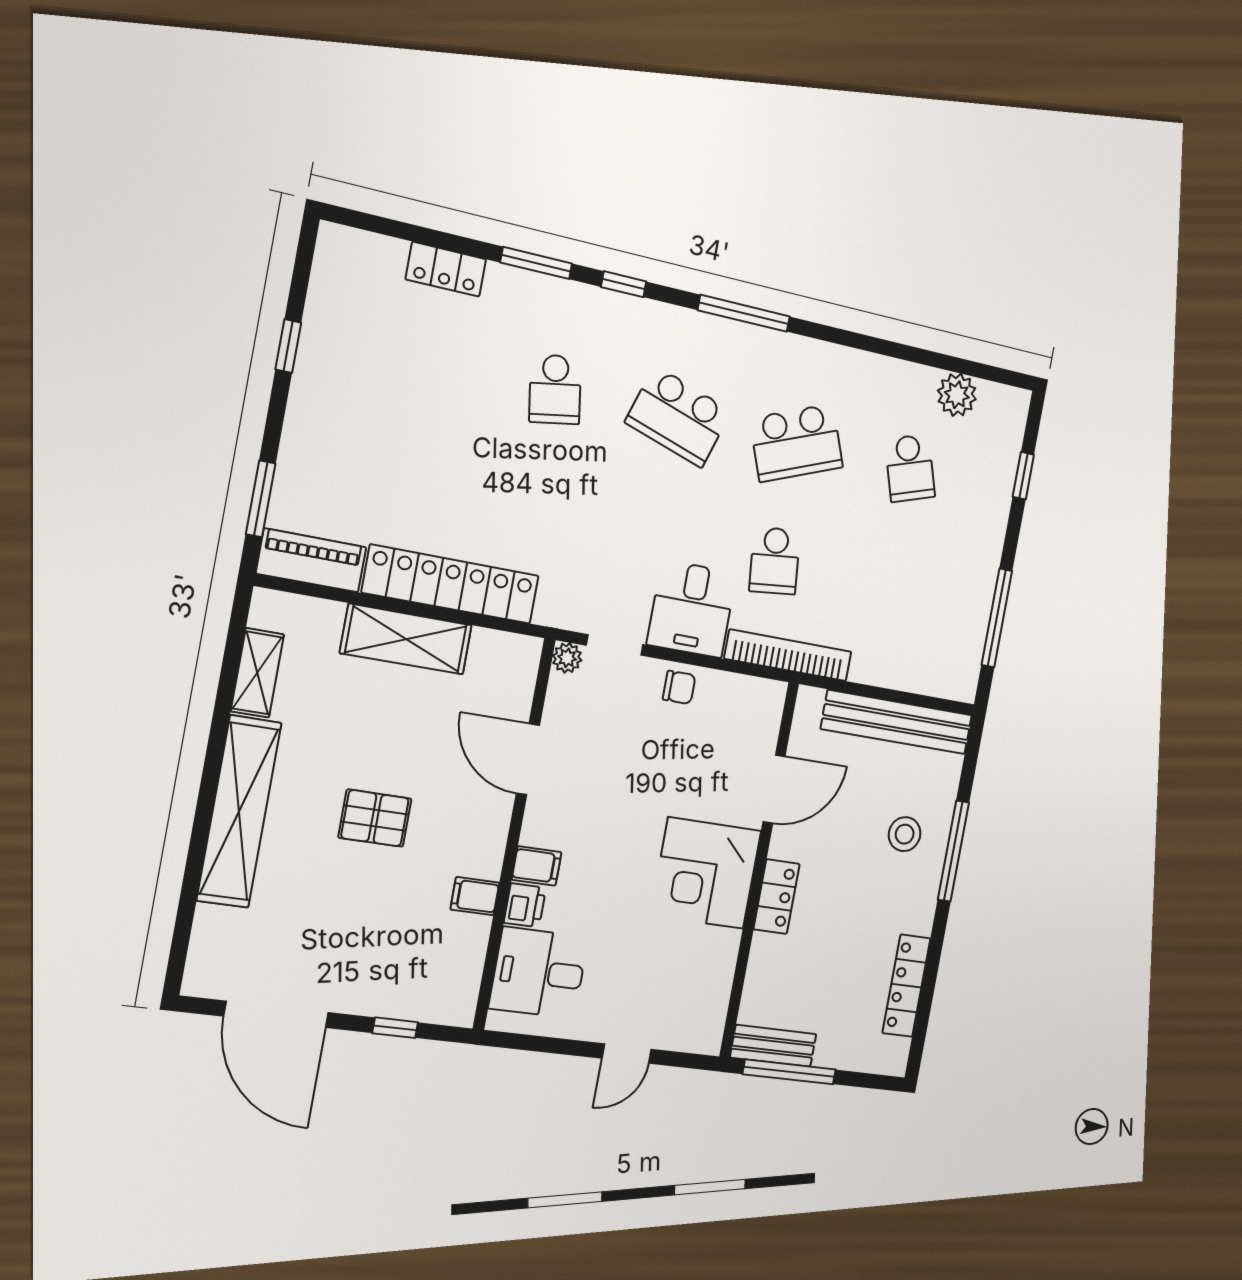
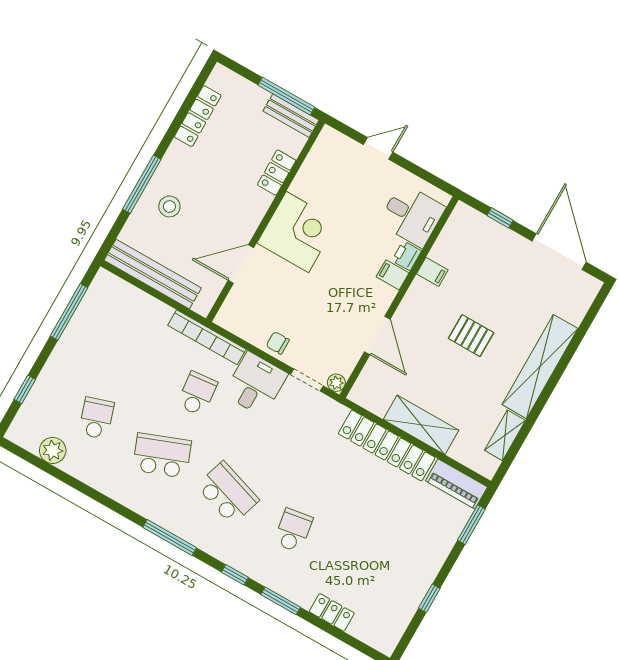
locker: (777, 897) -> (277, 173), moved

